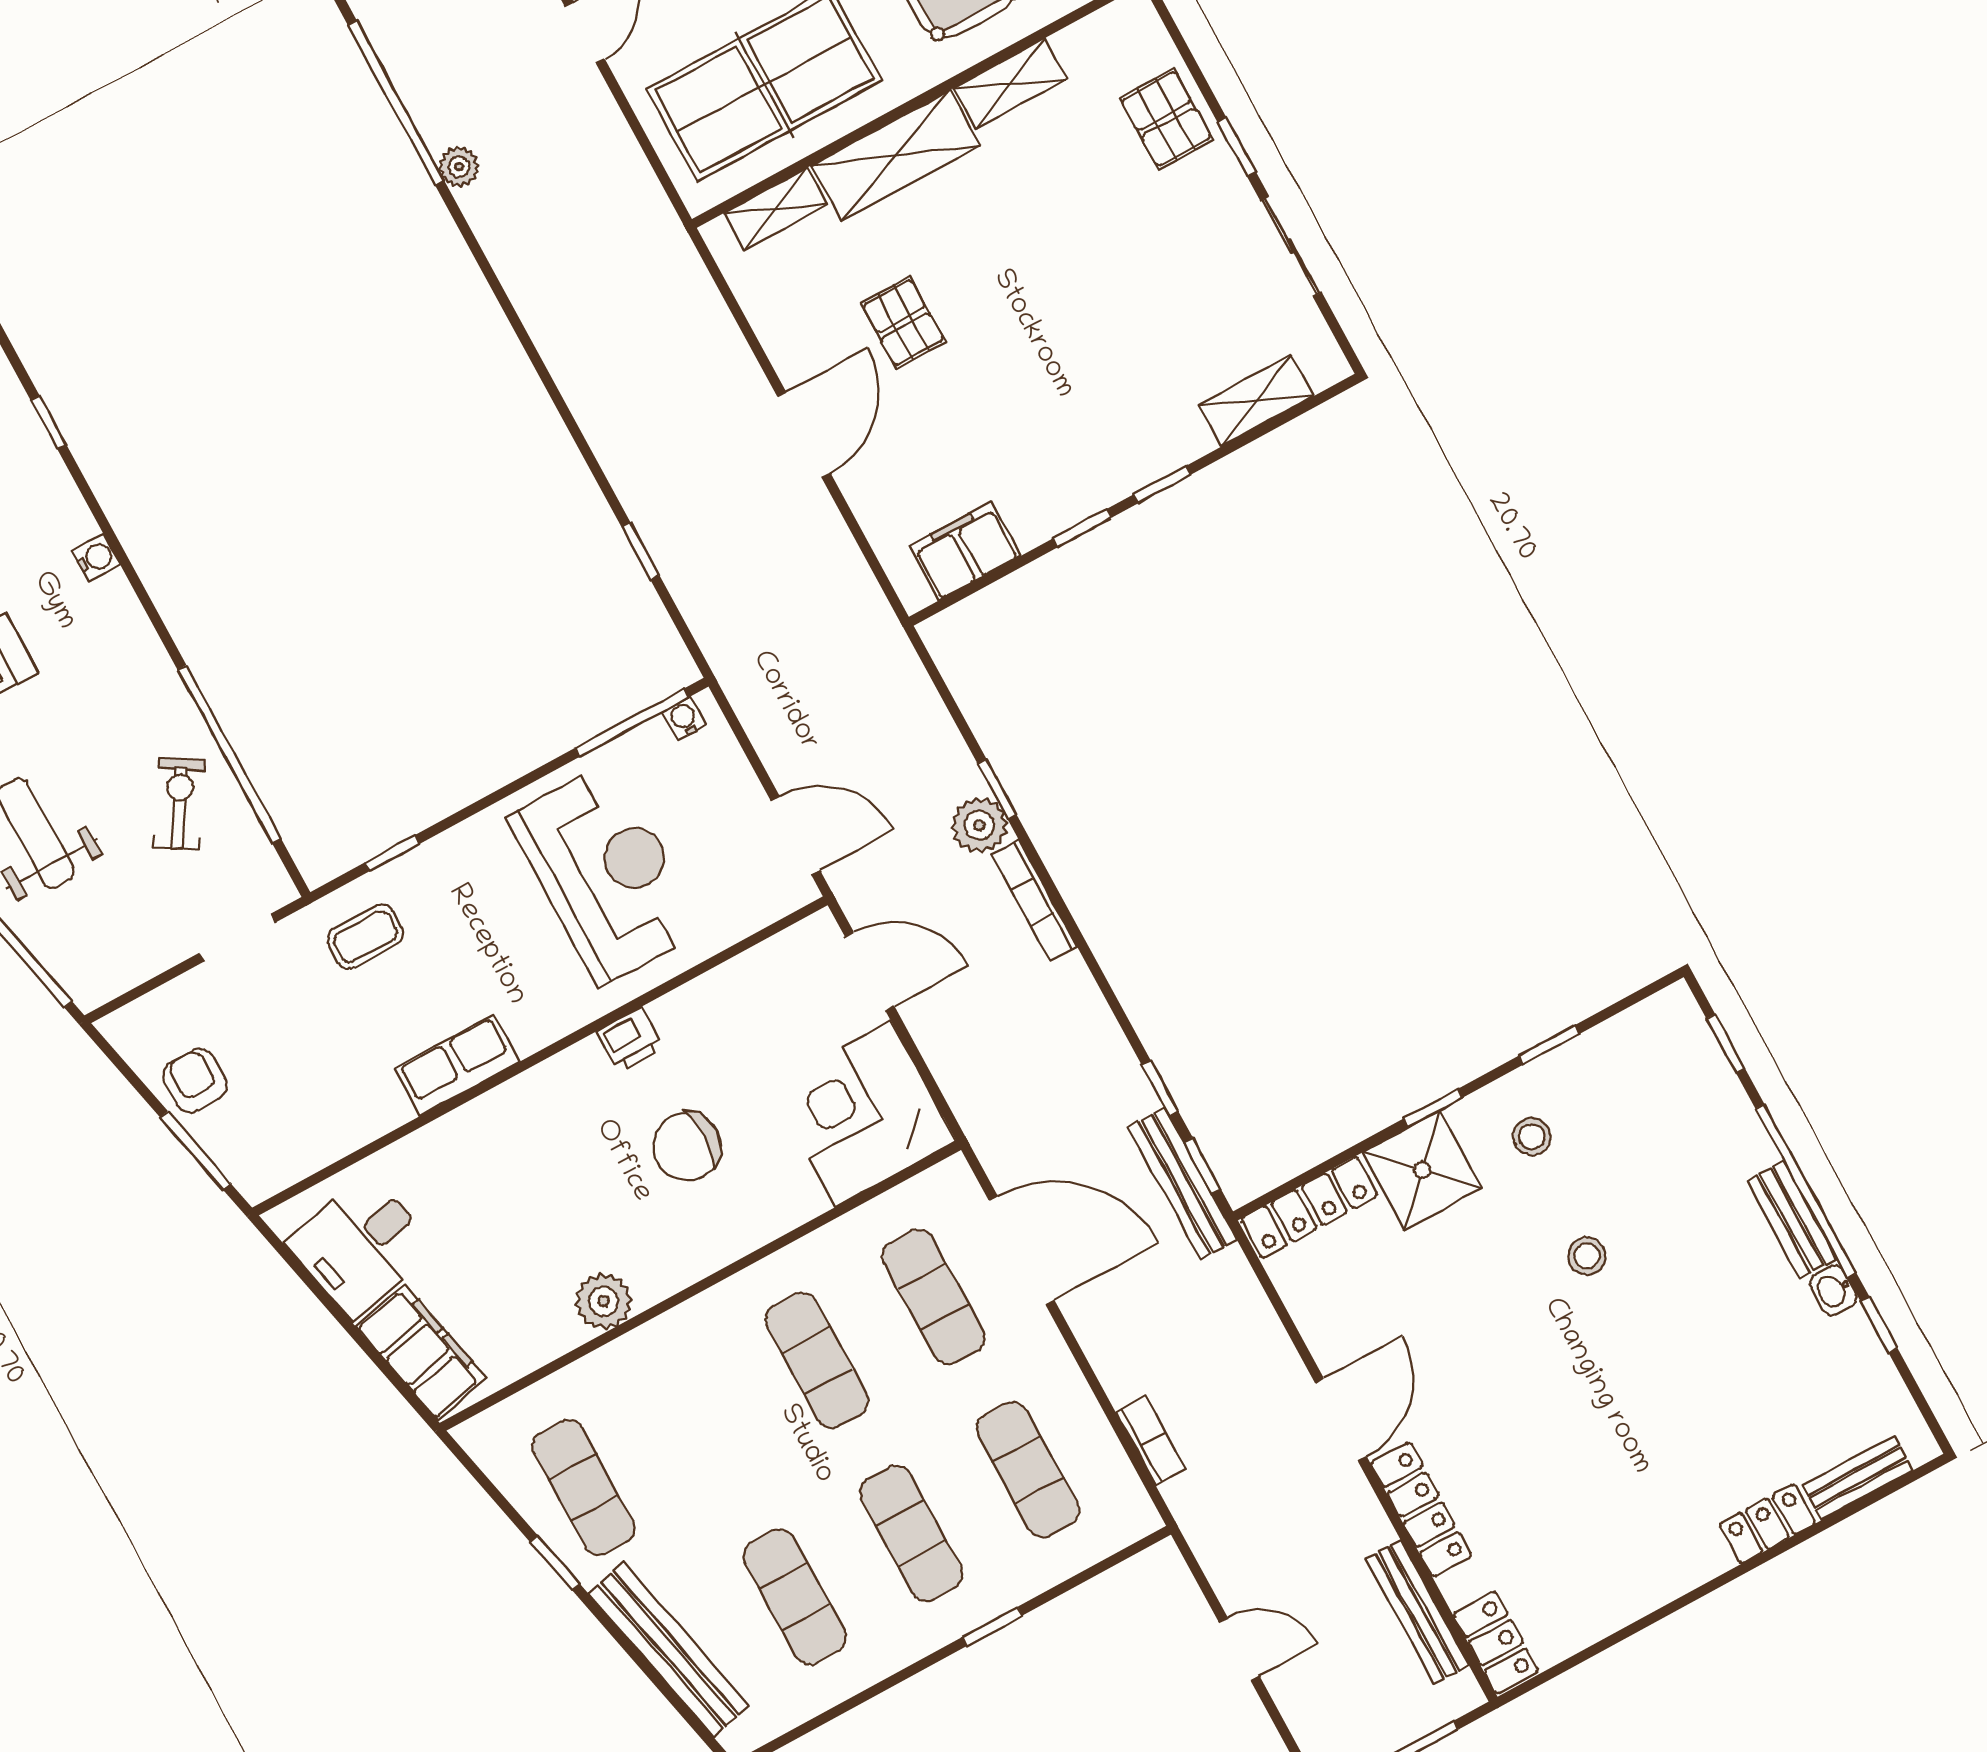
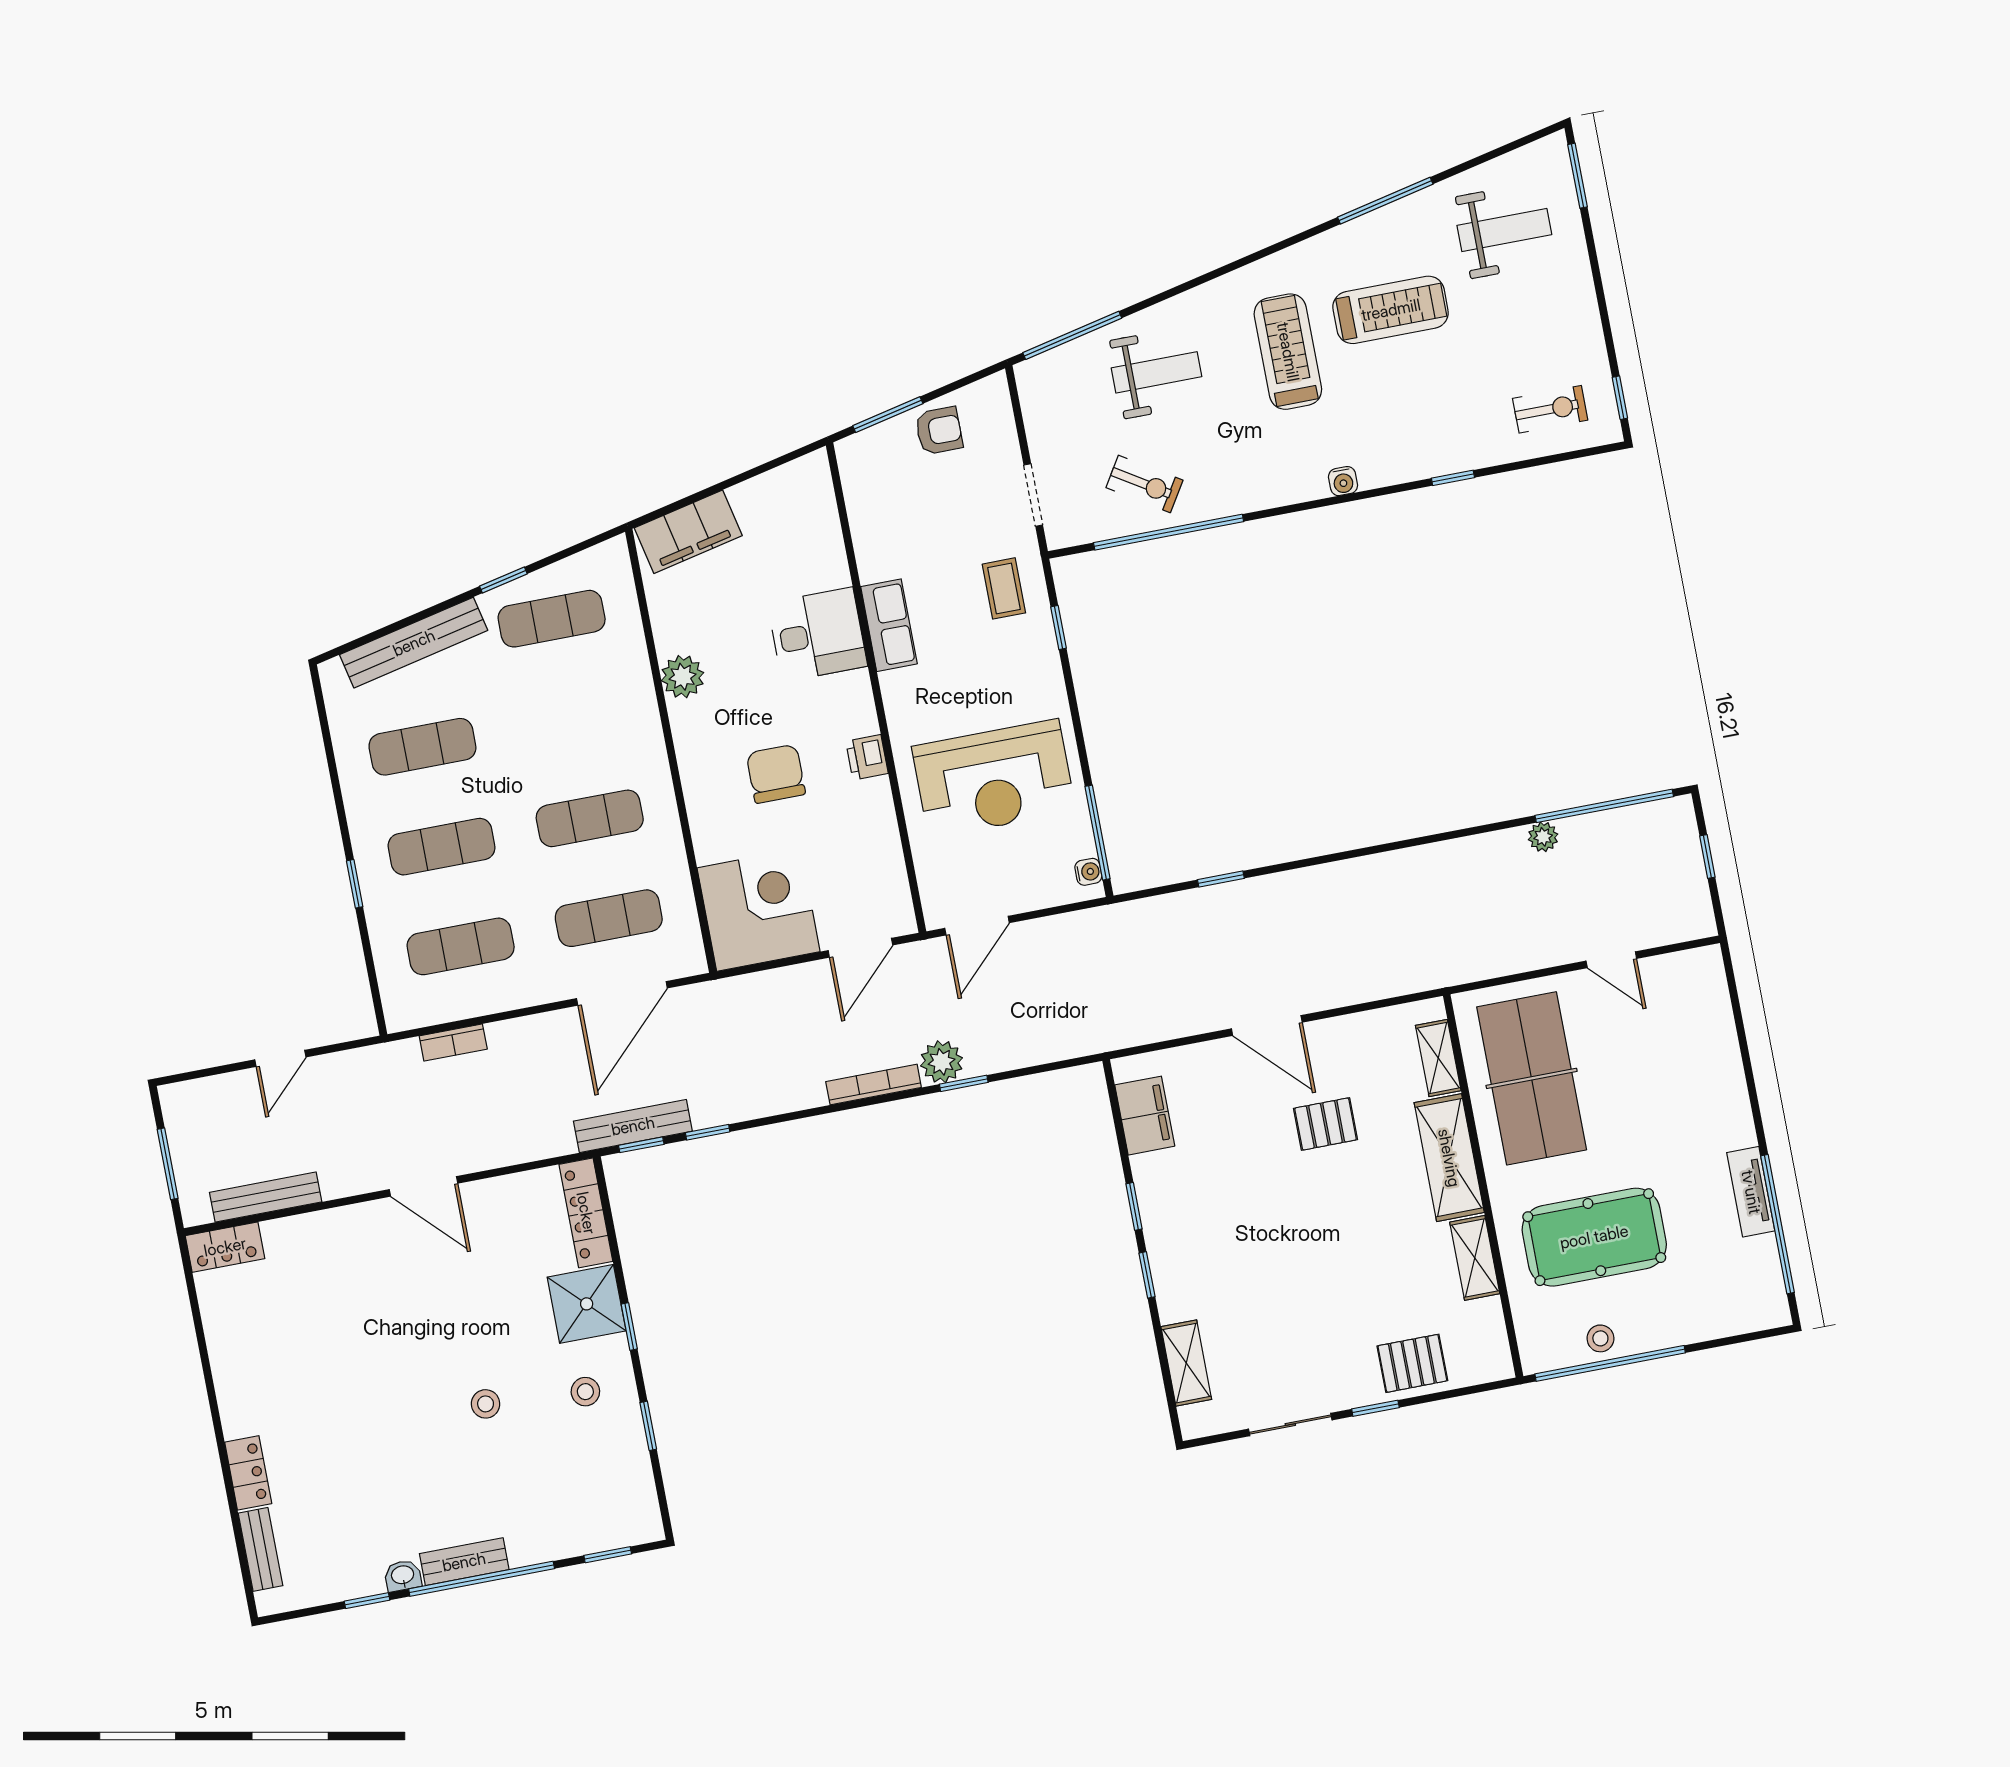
desk: (361, 1246) -> (817, 635), moved, turned 102
locker: (1421, 1510) -> (339, 1224), removed

